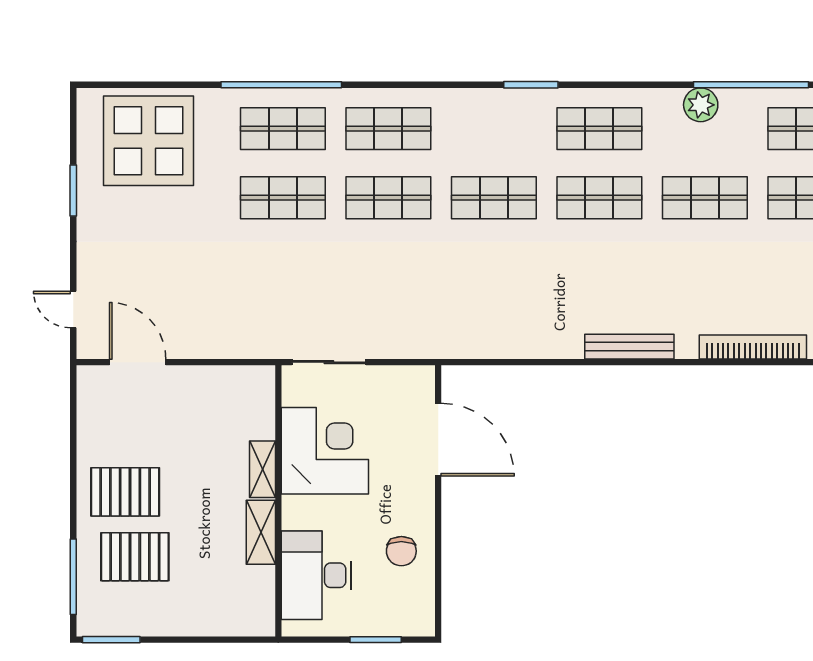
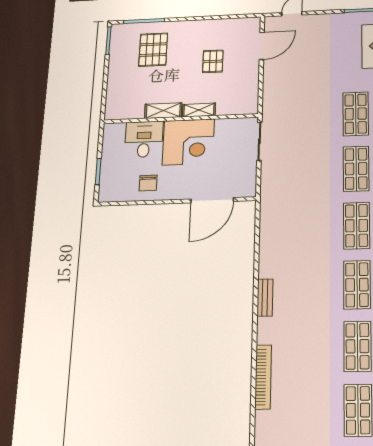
bench: (629, 347) -> (265, 298), width x0.73
corner desk: (325, 451) -> (188, 142), moved
pallet: (125, 492) -> (213, 61), moved, width x0.67, depth x0.71
chair: (401, 551) -> (148, 183), turned -90
desk: (316, 575) -> (144, 139), width x0.73

